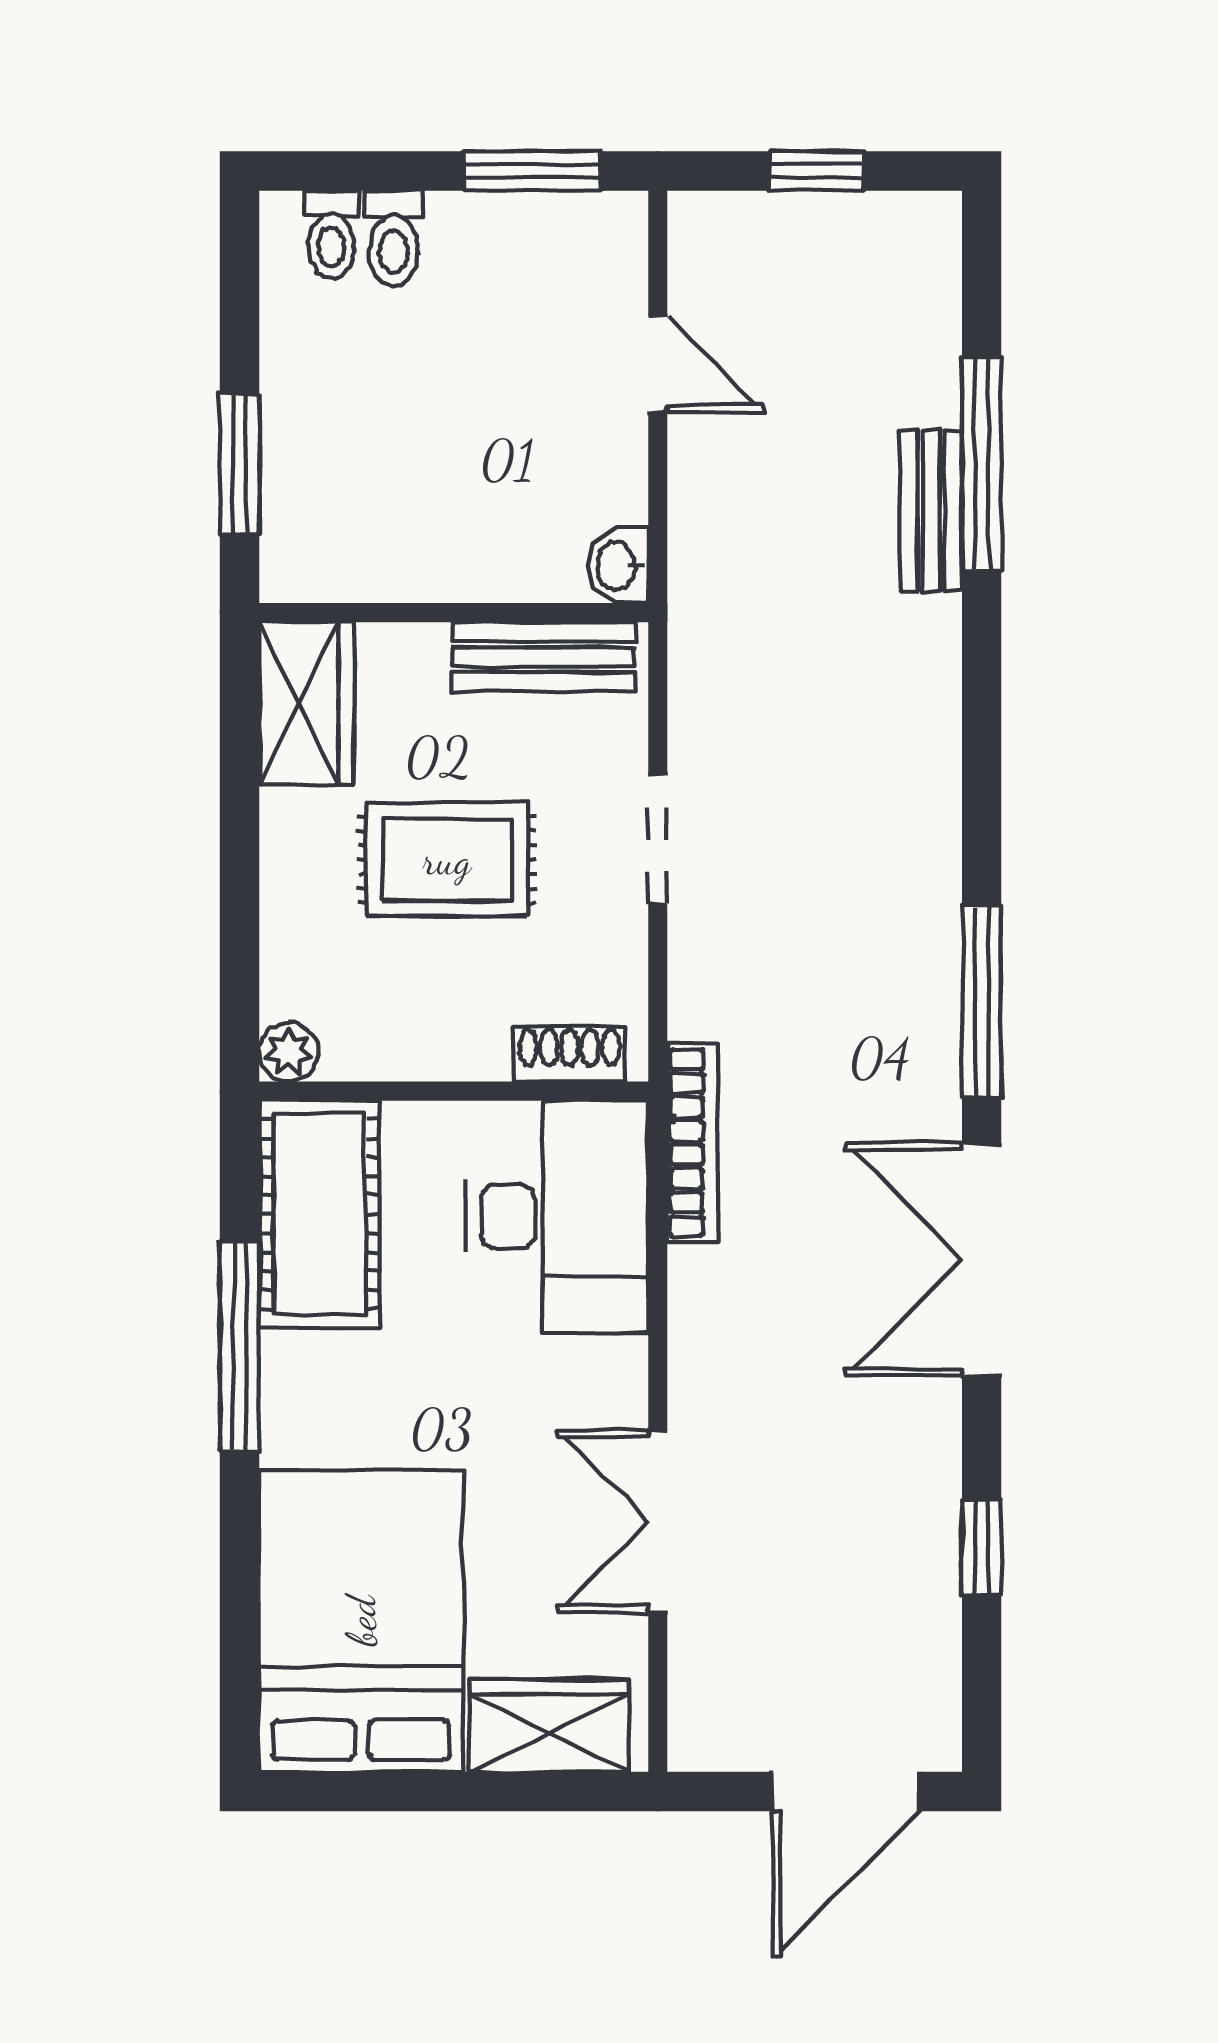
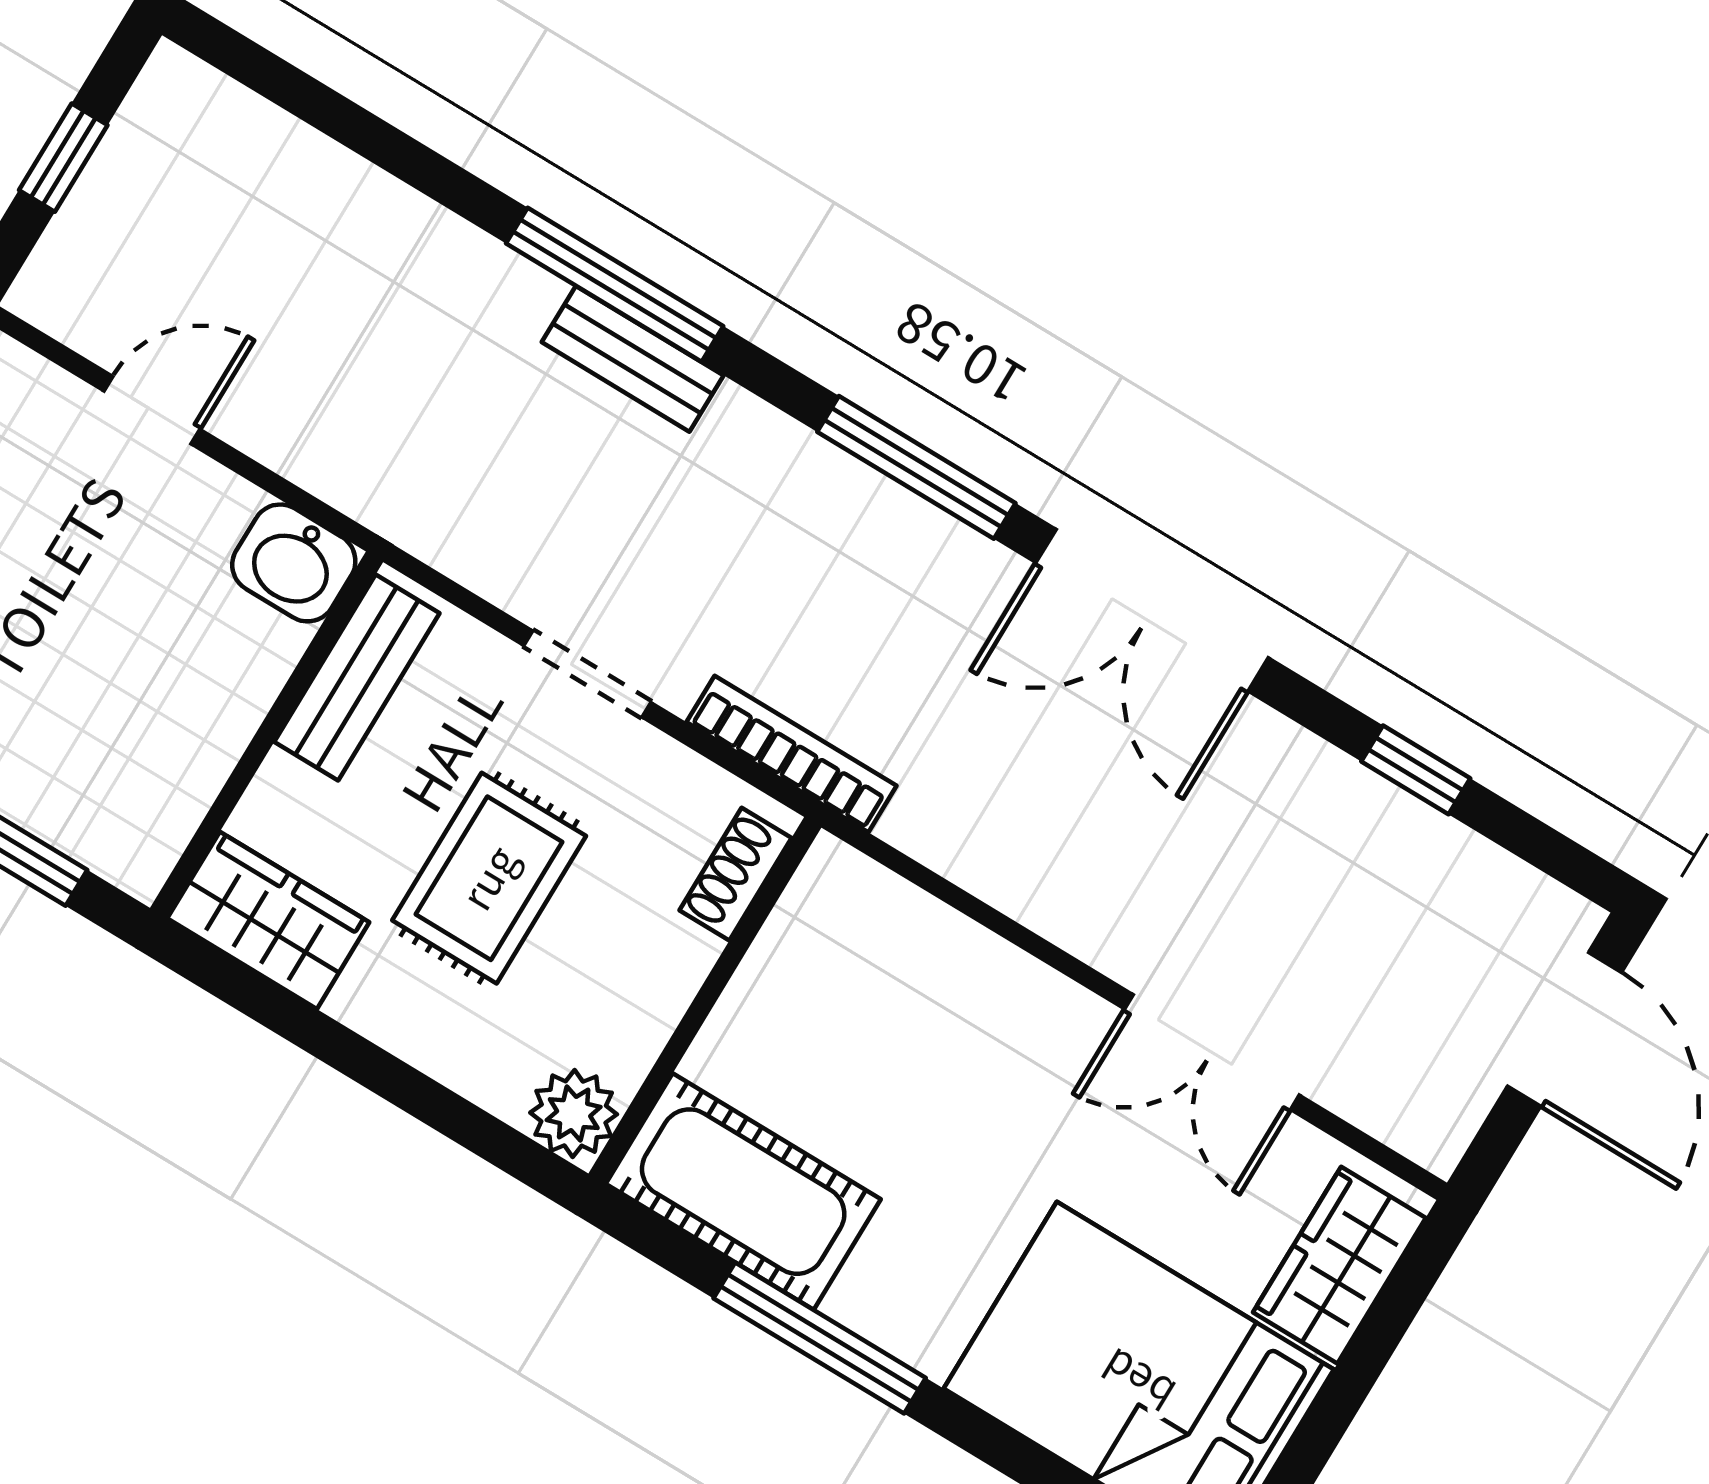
window: (982, 464) -> (615, 285), moved
bench: (931, 511) -> (633, 359), moved
washbasin: (618, 566) -> (294, 563), width x1.38, depth x1.45
plant: (289, 1052) -> (574, 1114), width x1.38, depth x1.38
bookcase: (692, 1143) -> (792, 754), moved
desk: (557, 1217) -> (877, 975), removed

